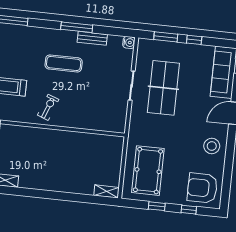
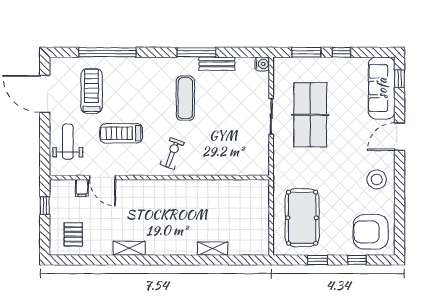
exercise mat: (64, 63) -> (185, 98), turned 90
shelving: (107, 191) -> (213, 249), moved

